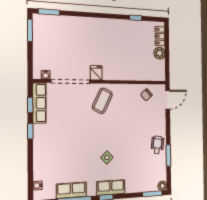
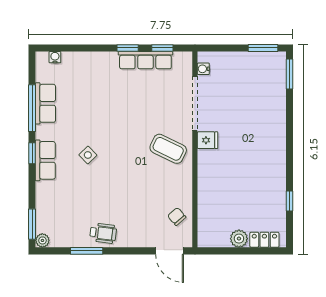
row of seats: (39, 103) -> (145, 60), moved

